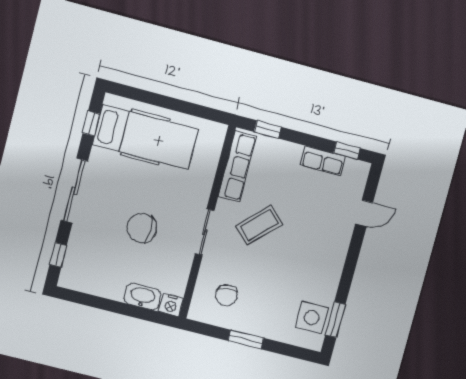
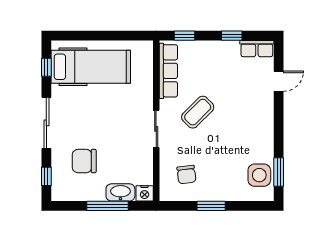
window: (347, 151) -> (232, 36), moved
row of seats: (323, 161) -> (257, 49), moved
chair: (142, 228) -> (84, 161), moved
window: (123, 309) -> (107, 206), added

